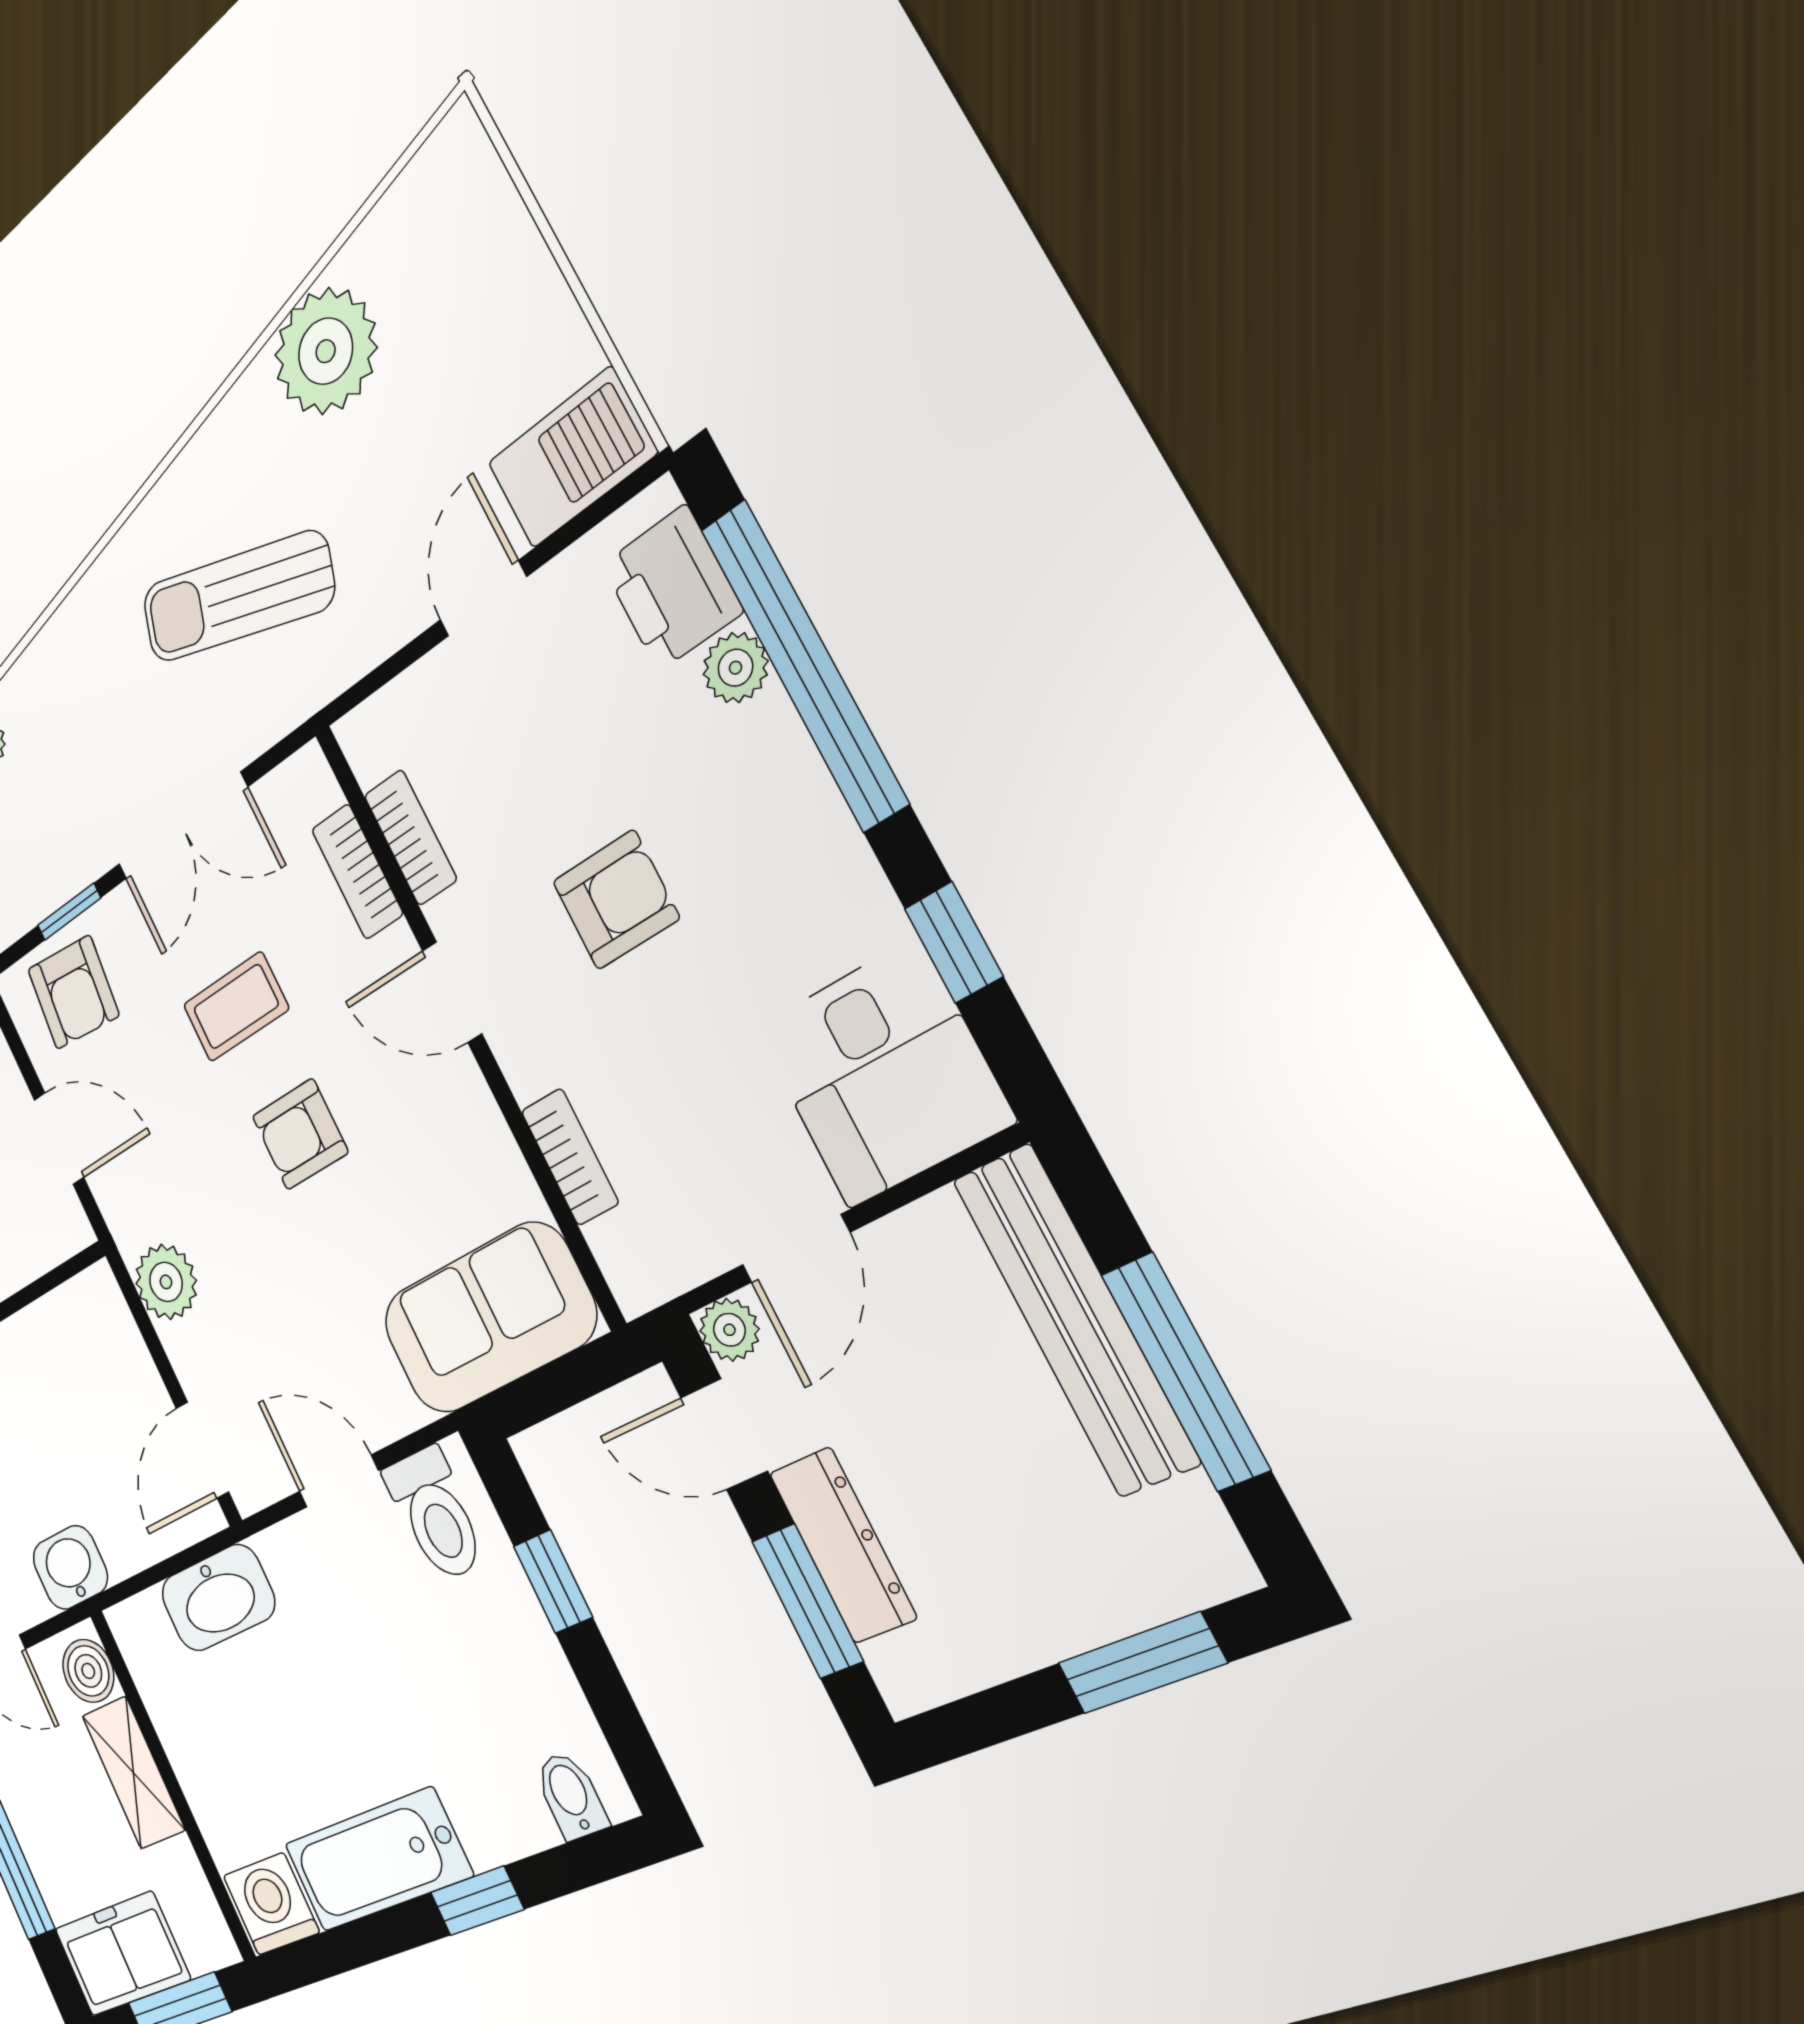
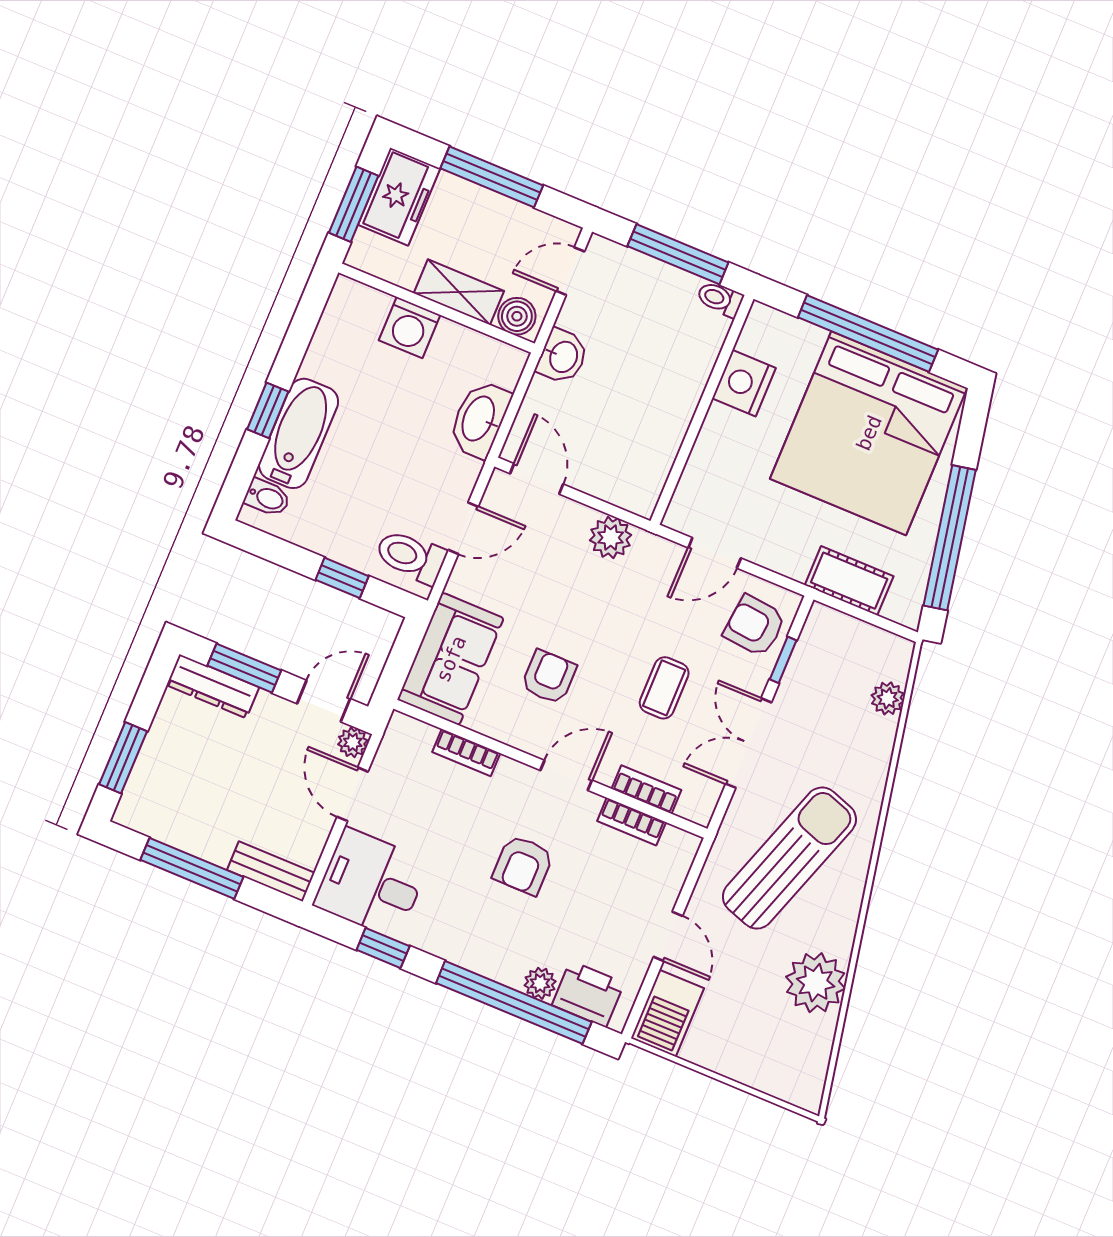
sun lounger: (237, 597) -> (789, 858), width x1.36, depth x1.34
armchair: (300, 1134) -> (549, 677), moved
bench: (1075, 1320) -> (271, 871), width x0.54, depth x0.82
dresser: (843, 1545) -> (213, 686), moved
bathtub: (378, 1860) -> (299, 433), moved
washing machine: (271, 1904) -> (410, 328), moved, turned 90

